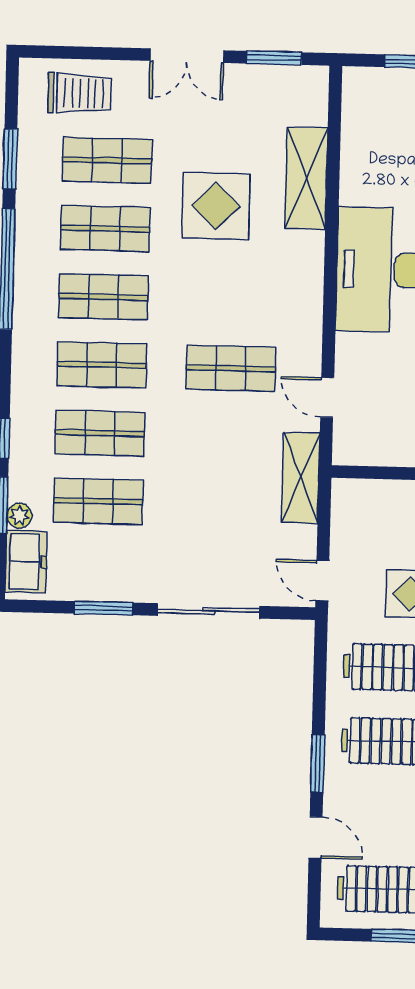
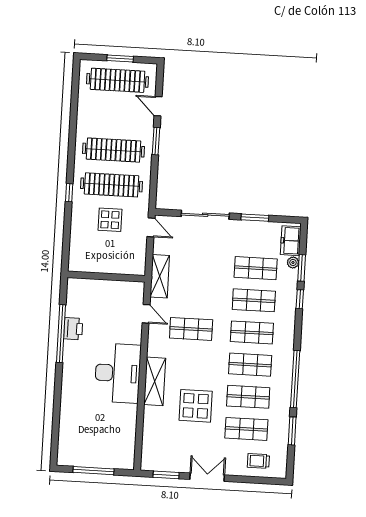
trolley: (80, 93) -> (258, 461), width x0.73, depth x0.72
shelving: (306, 178) -> (155, 381), moved

